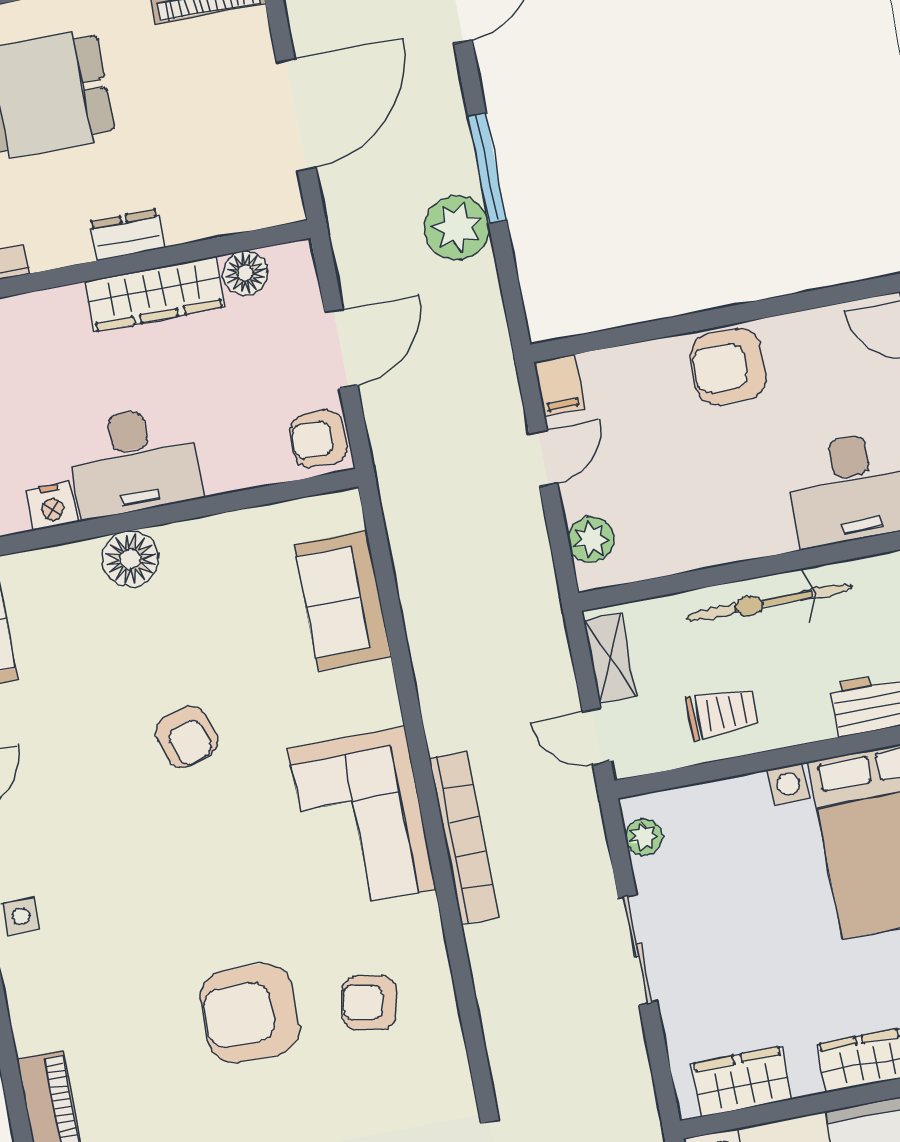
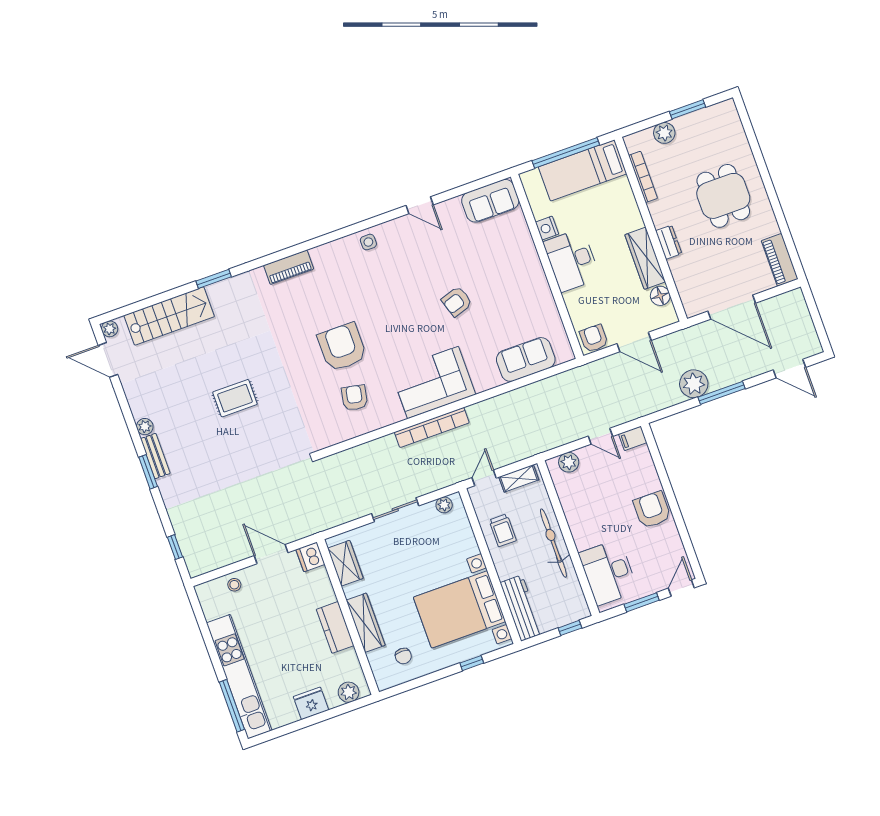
floor lamp: (130, 559) -> (530, 265), removed

